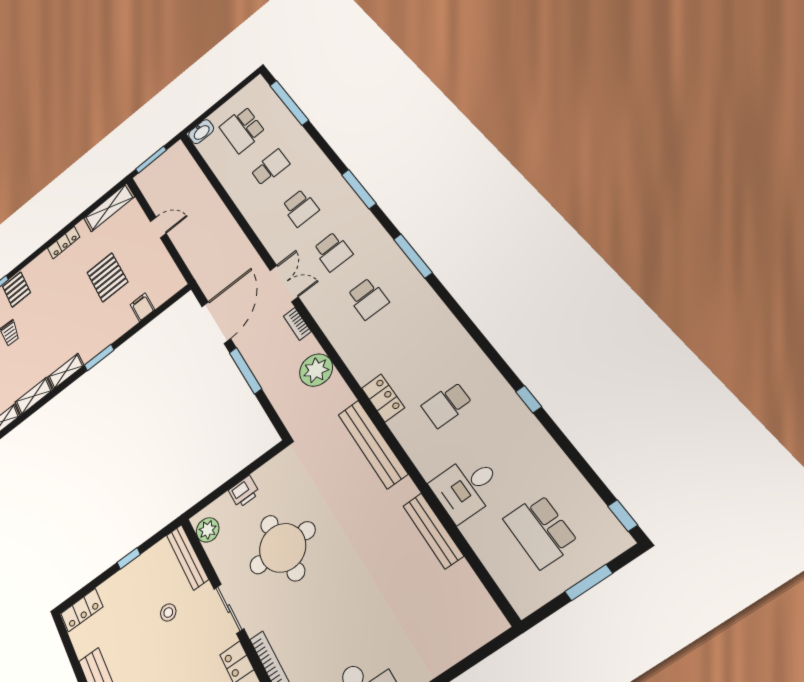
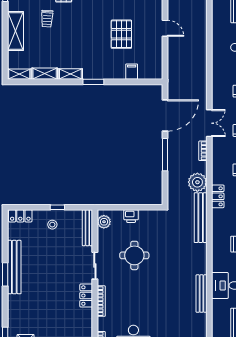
locker: (383, 398) -> (218, 196), moved
bench: (372, 444) -> (201, 218), moved
round table: (282, 548) -> (134, 255), width x0.73, depth x0.73
stool: (168, 612) -> (52, 225), moved

